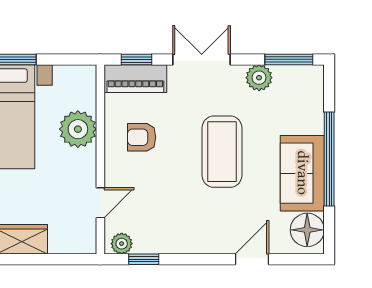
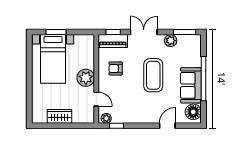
plant: (78, 129) -> (86, 78), moved
door: (100, 203) -> (96, 99), hinge flipped

